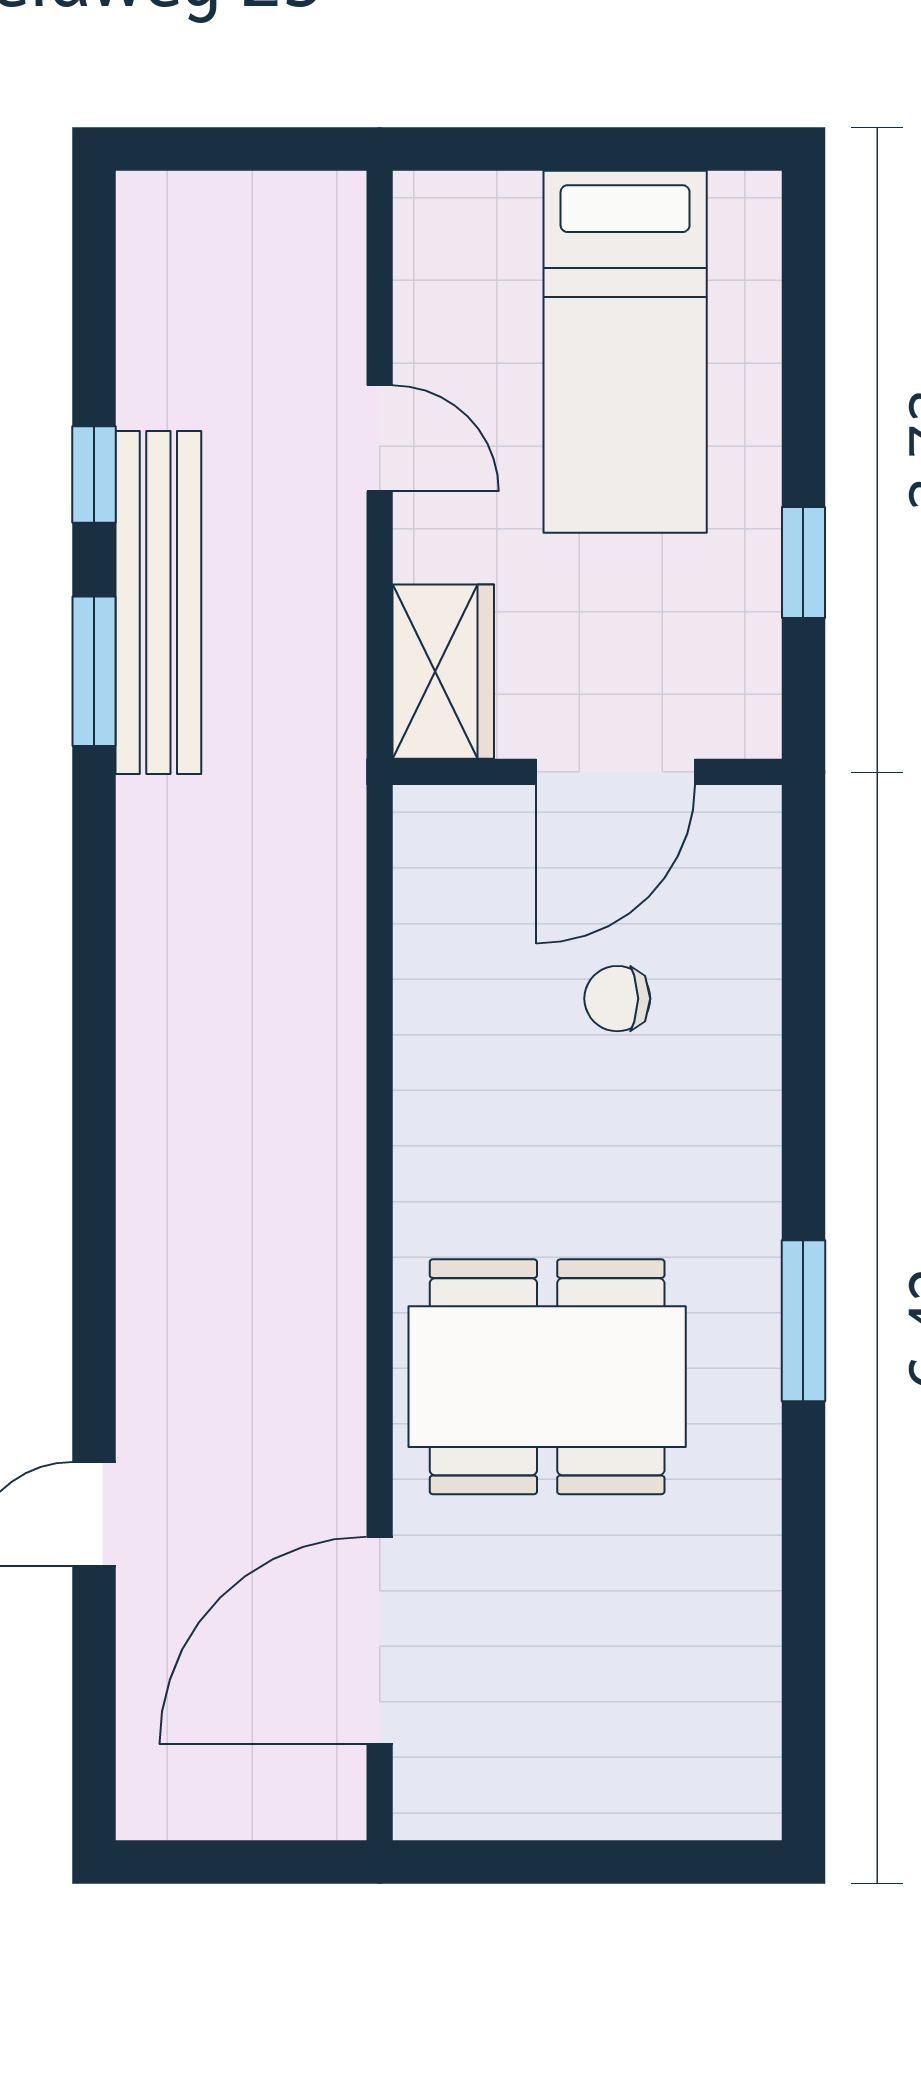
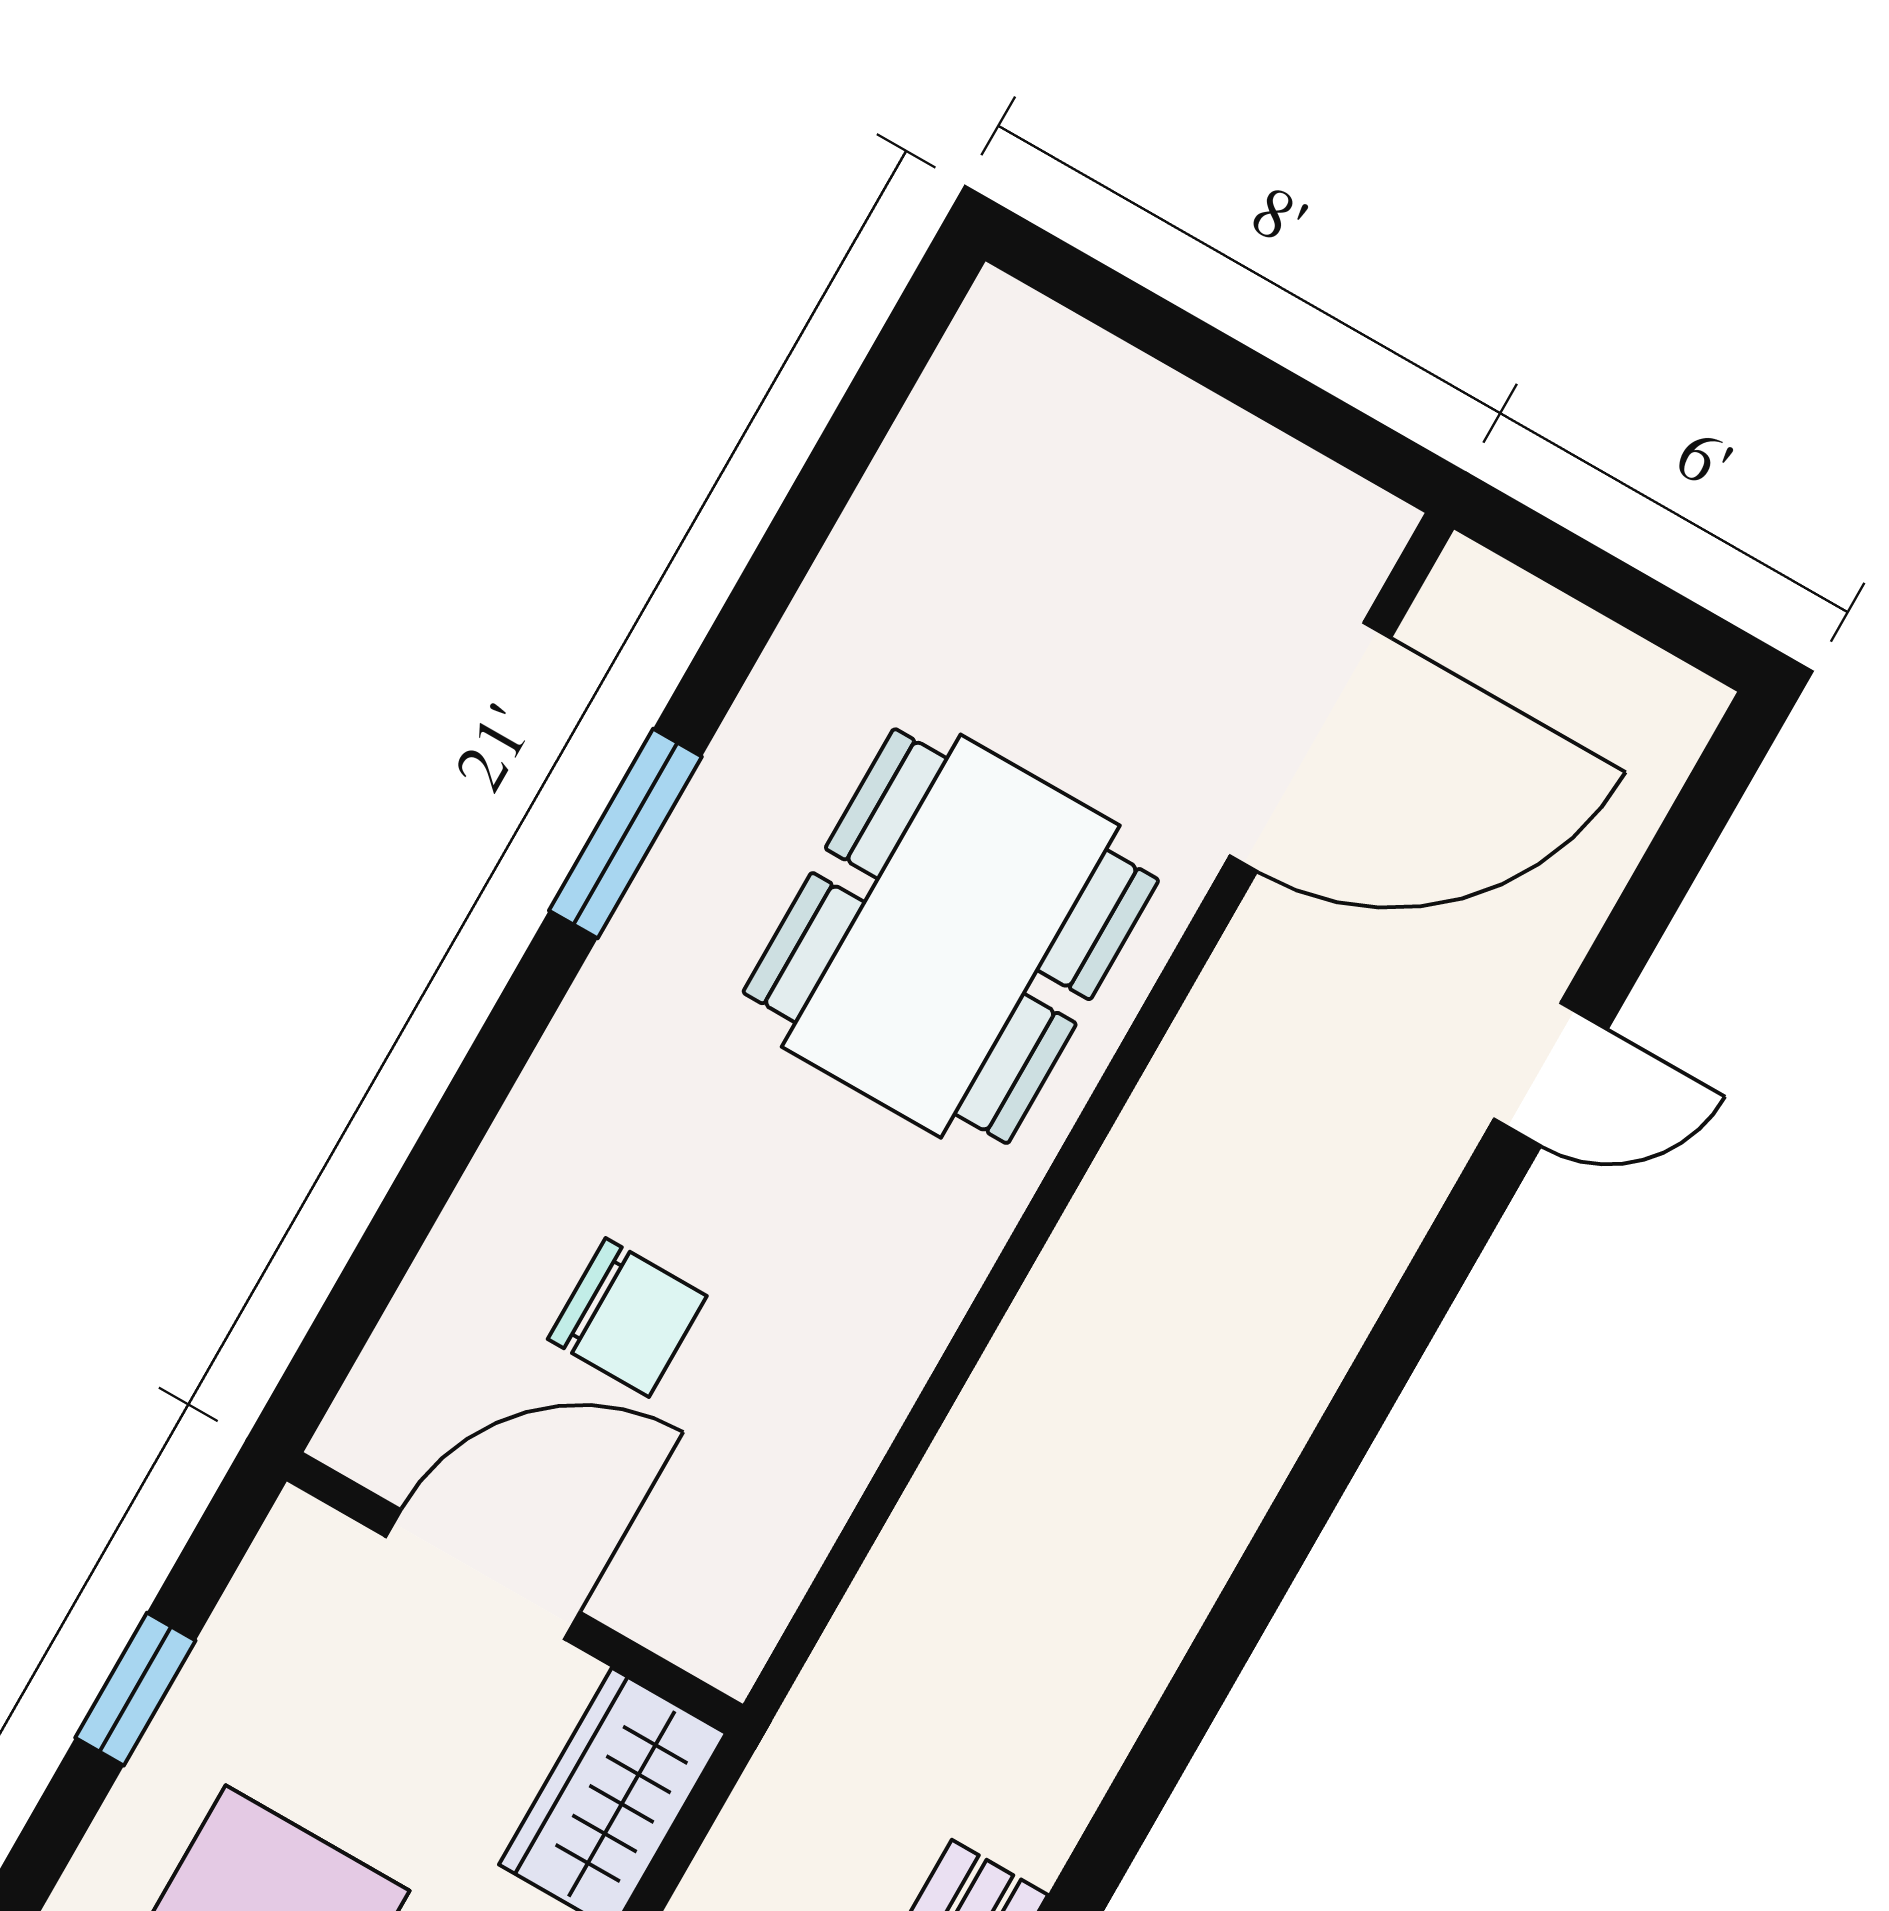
chair: (617, 999) -> (627, 1317), width x1.37, depth x1.37
dining table: (547, 1377) -> (951, 936), turned 90

